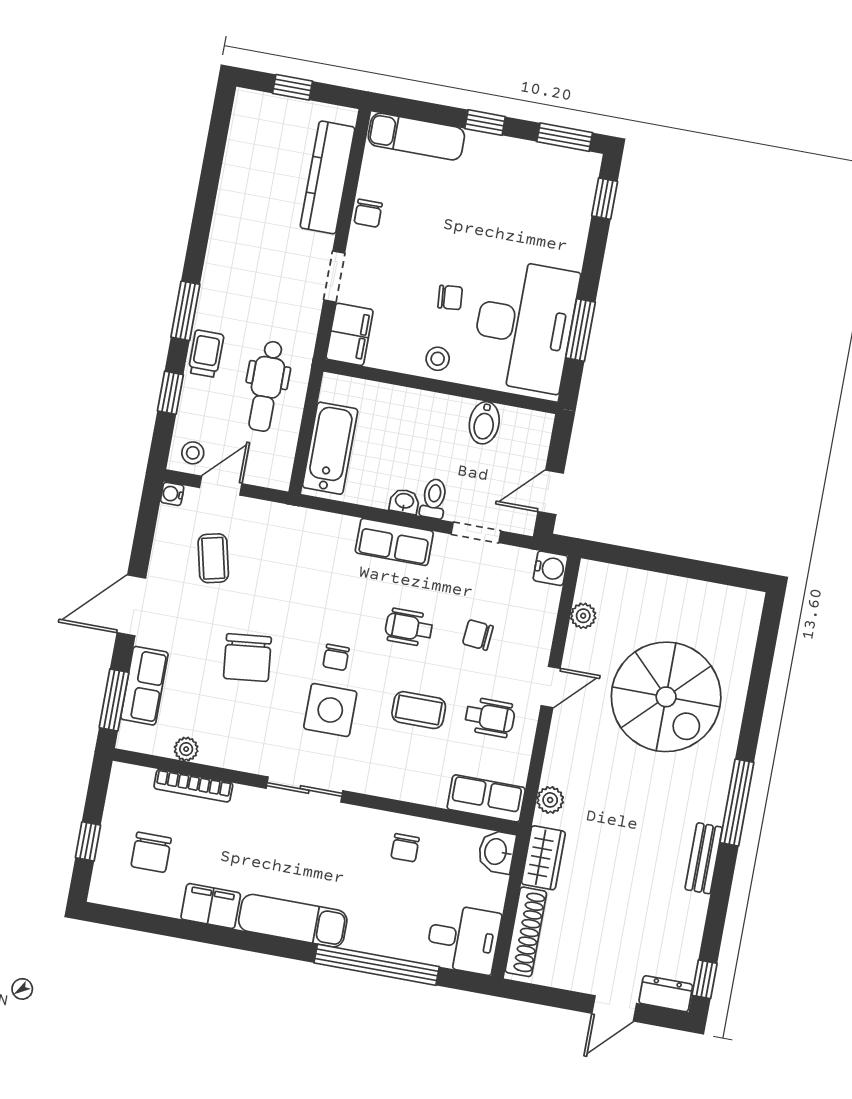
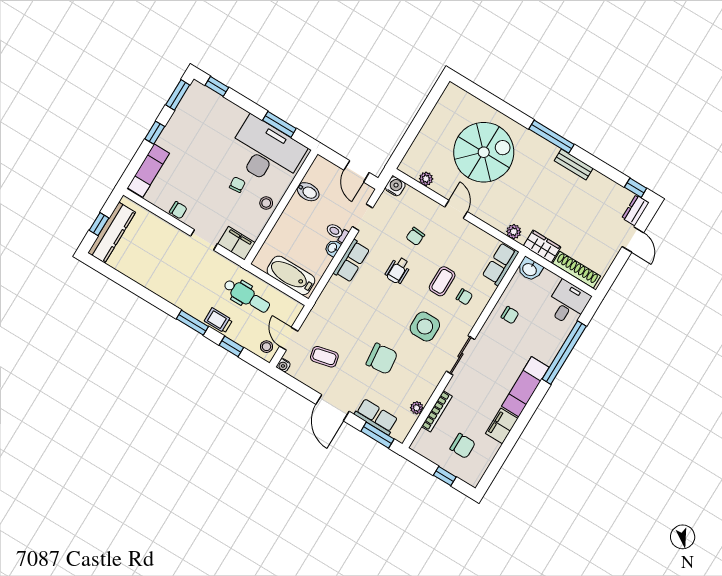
kitchen counter: (328, 177) -> (112, 233), moved, turned -90
chair: (336, 657) -> (464, 297), moved
wheelchair: (490, 717) -> (460, 246), removed

